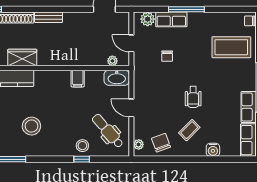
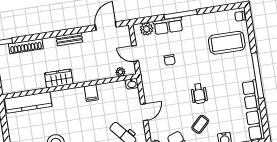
bench: (49, 17) -> (69, 39), moved
wardrobe: (22, 58) -> (59, 79), moved
washbasin: (117, 78) -> (132, 84), width x0.52, depth x0.69
door: (131, 108) -> (144, 112), swing flipped

